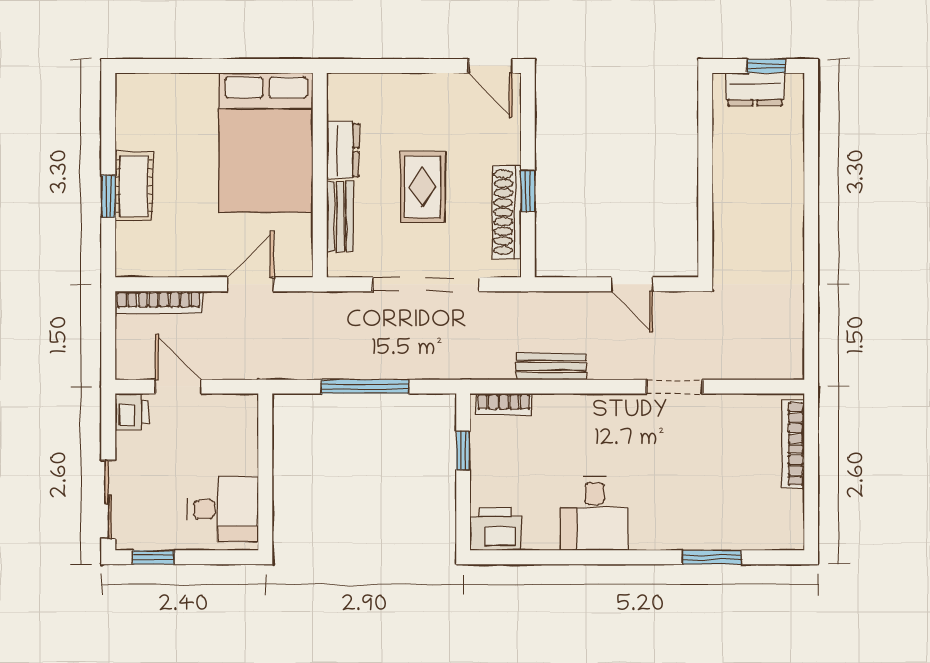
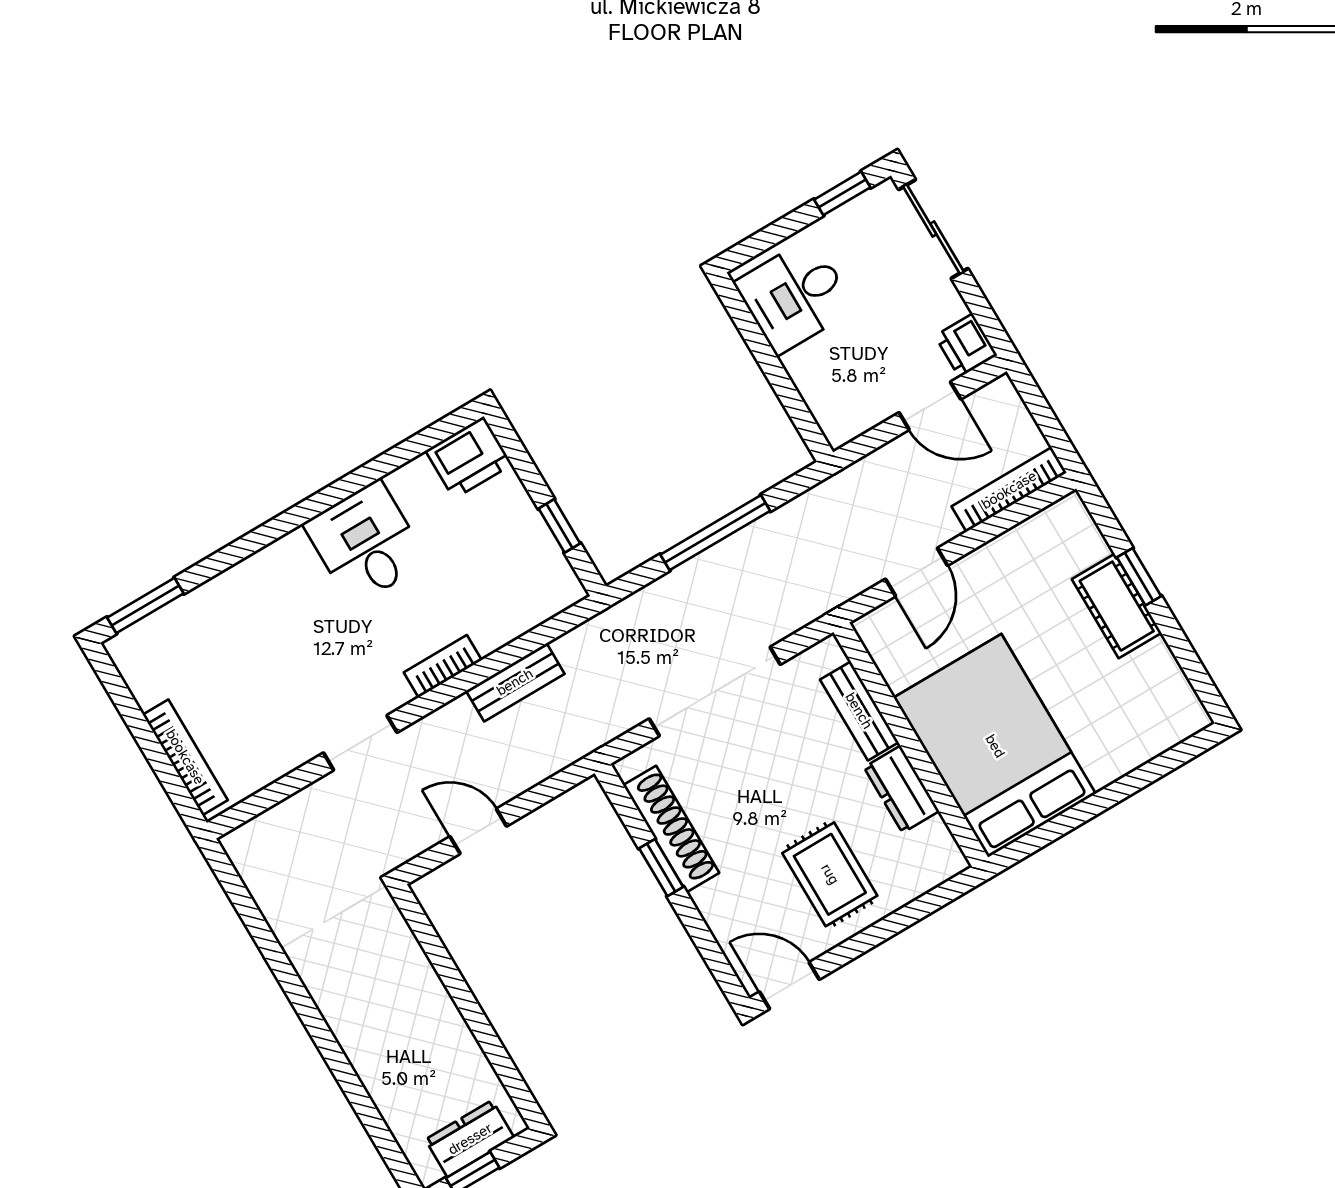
rug: (423, 187) -> (830, 874), moved
bookcase: (504, 404) -> (443, 666), moved
window: (712, 557) -> (145, 606), moved

